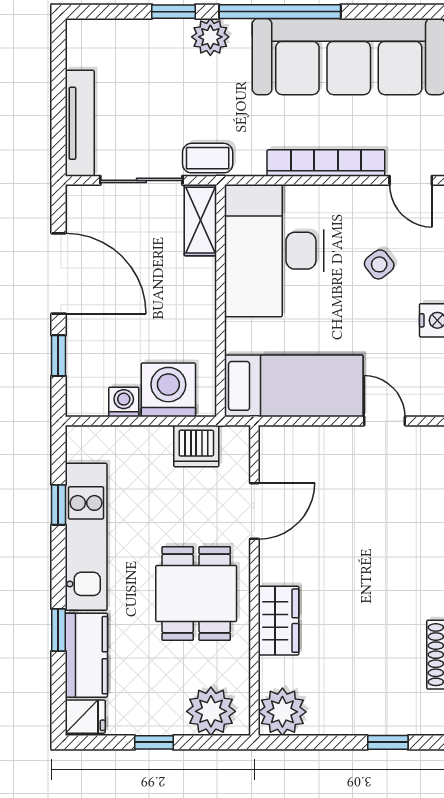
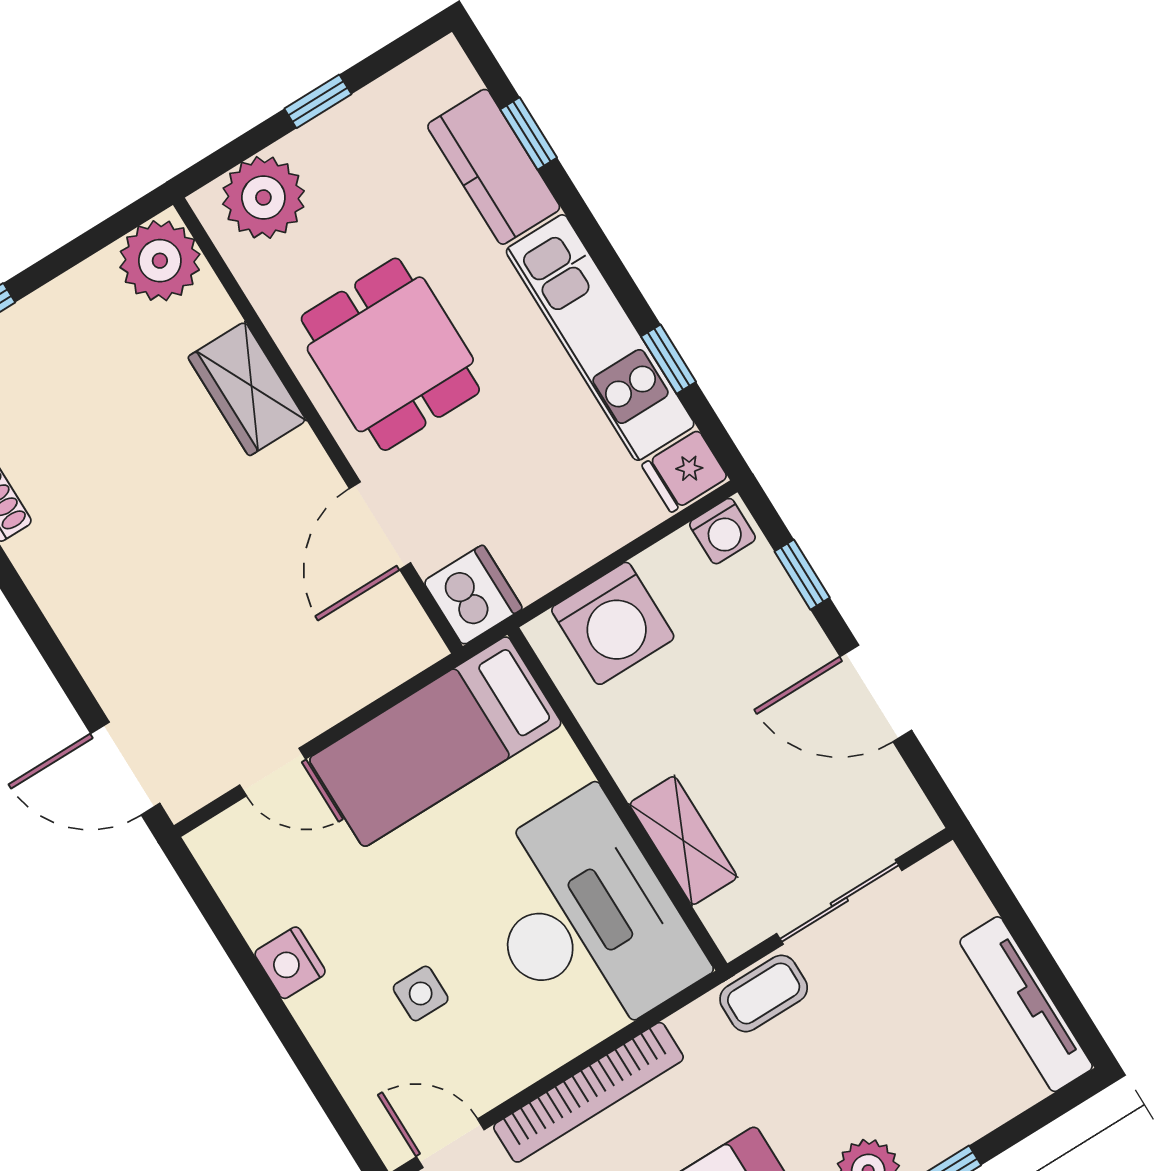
tv unit: (80, 123) -> (1026, 1004), moved
shelving: (200, 220) -> (683, 840), moved
side table: (379, 264) -> (421, 993), turned 38
door: (58, 273) -> (876, 693), width x0.73
washing machine: (124, 402) -> (723, 531), moved
dishwasher: (196, 446) -> (473, 595), moved, turned 90
window: (58, 630) -> (529, 134), moved
fridge: (85, 717) -> (685, 471), moved

